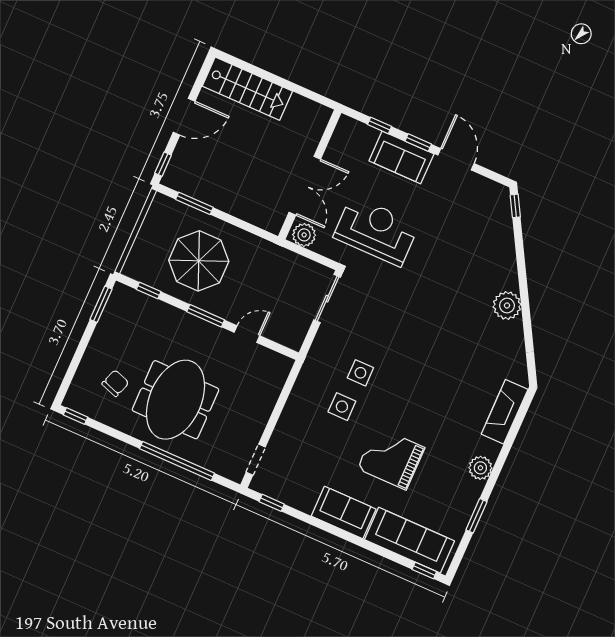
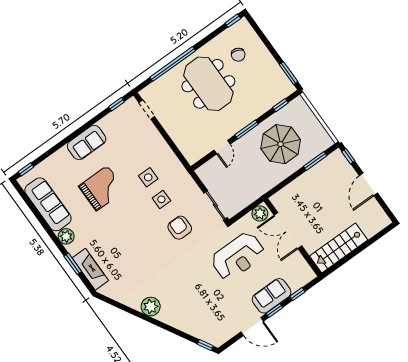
stairs: (247, 89) -> (339, 248), moved
armchair: (383, 328) -> (180, 228), added
window: (476, 516) -> (73, 264), moved
sofa: (409, 540) -> (48, 204), moved, turned -90

